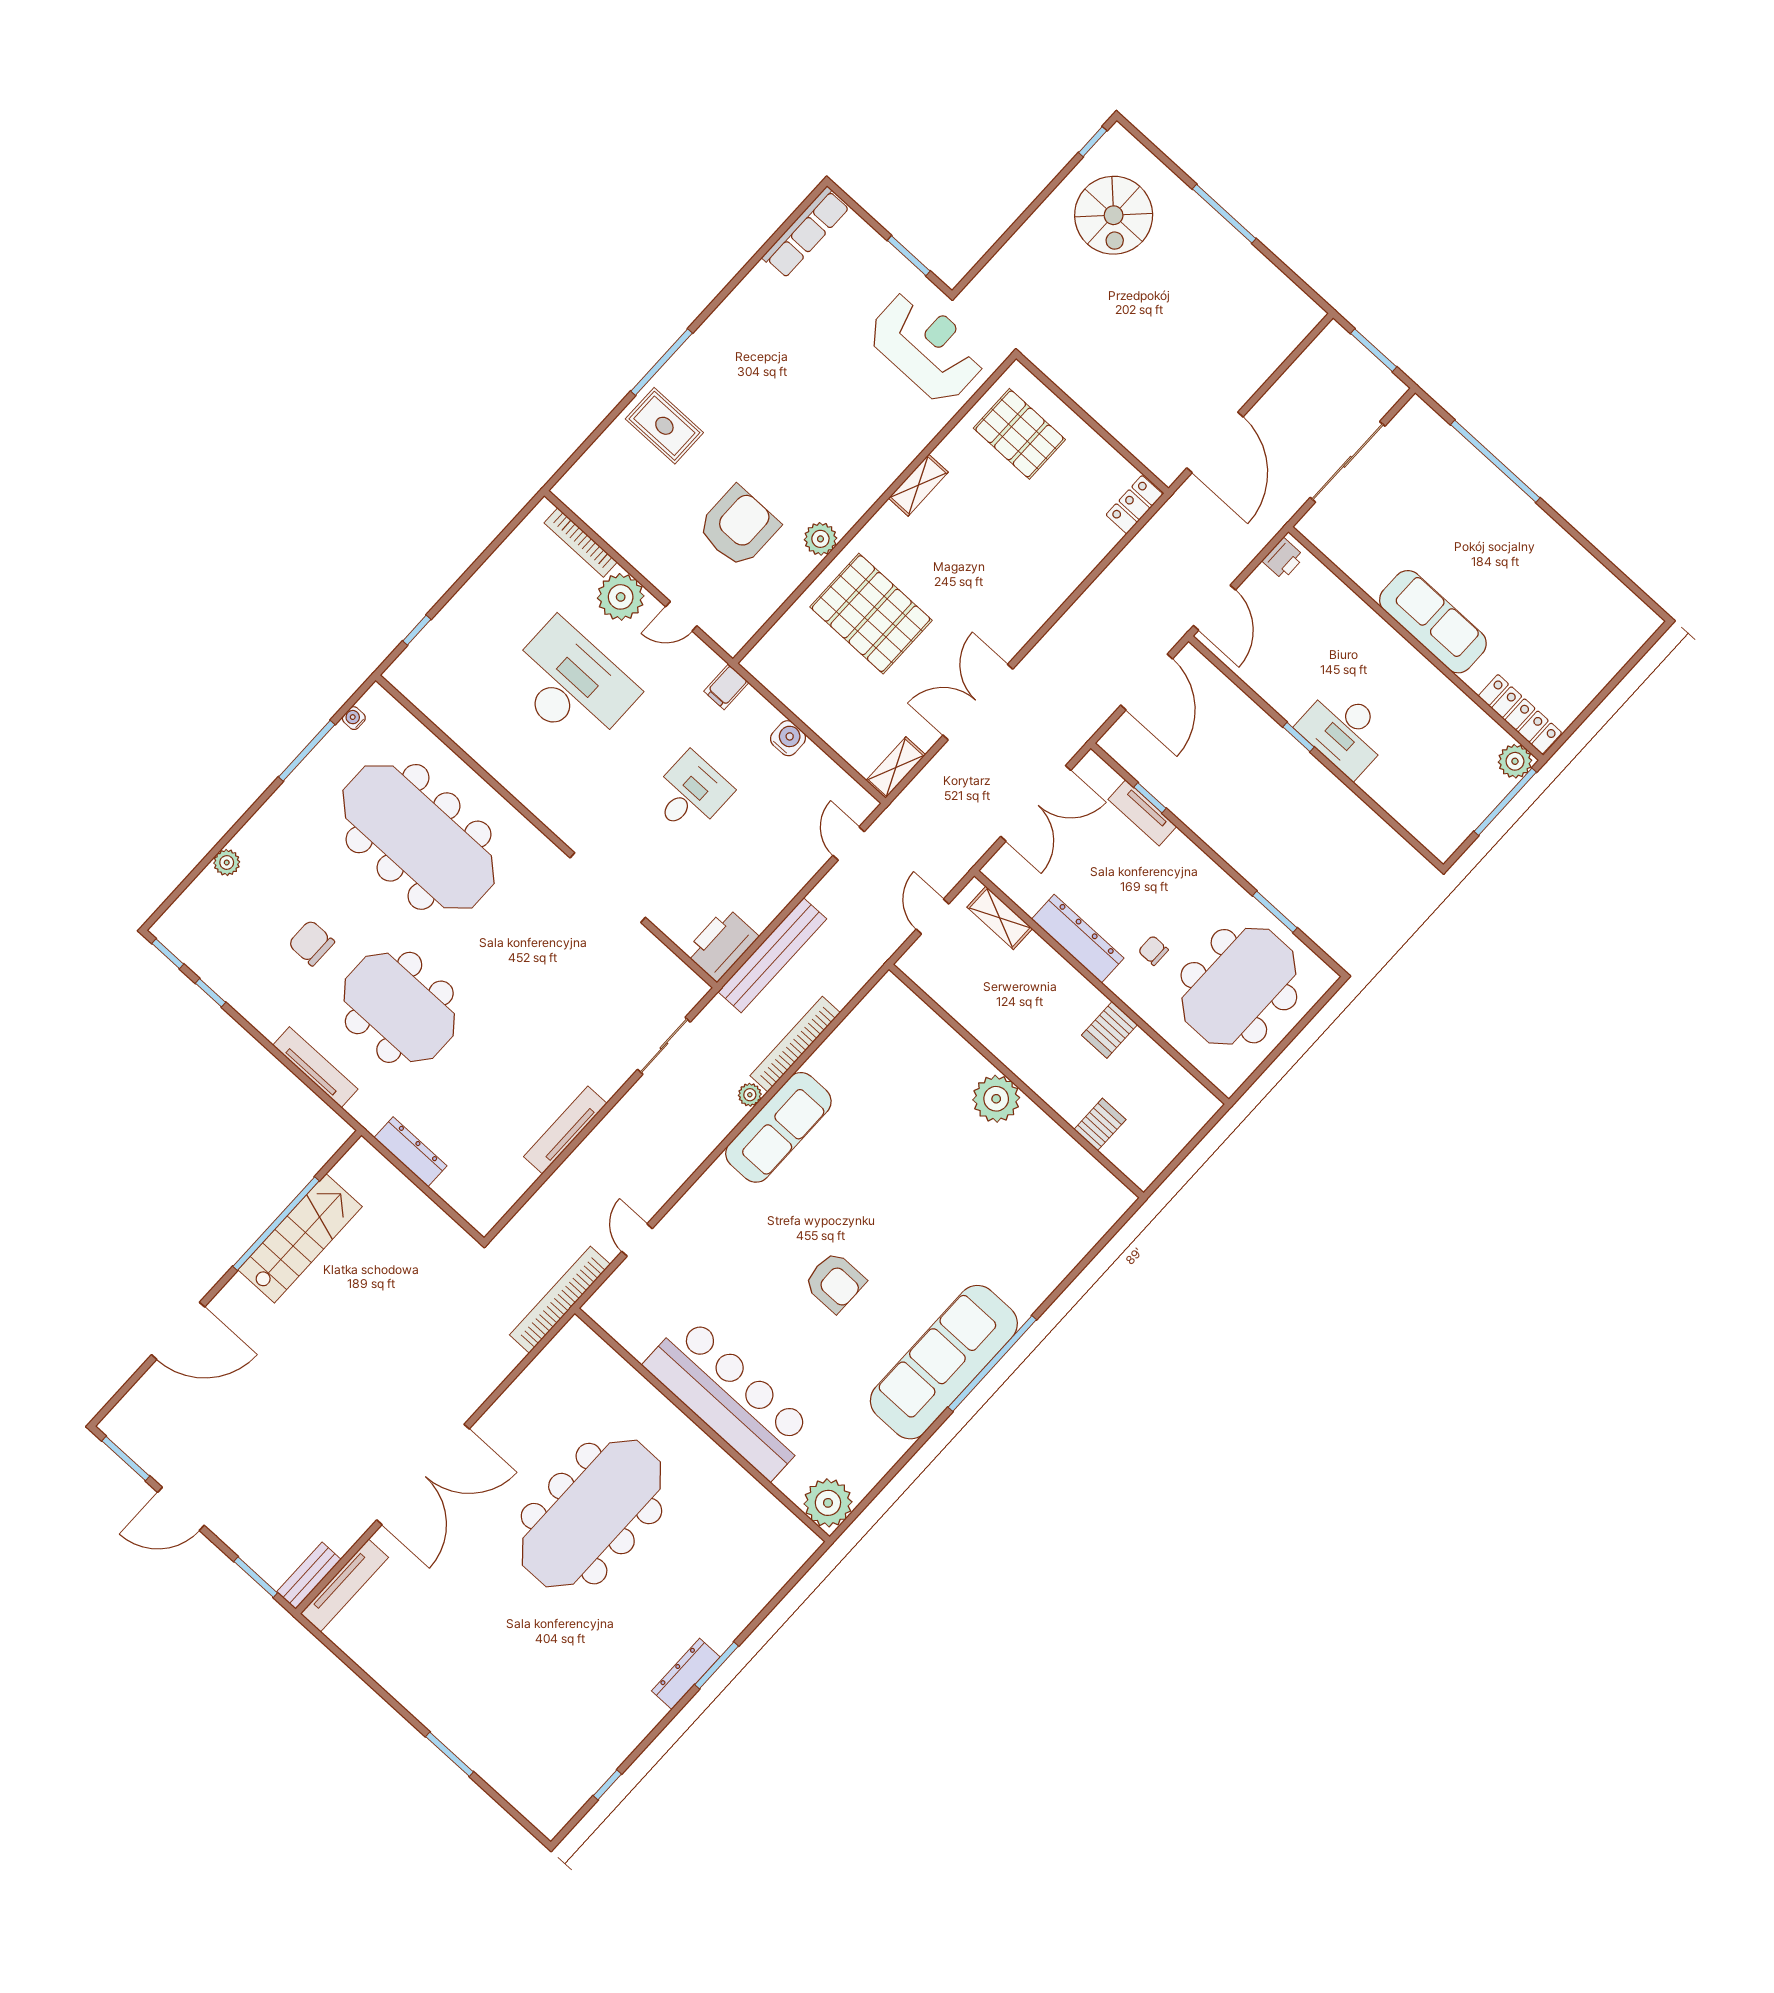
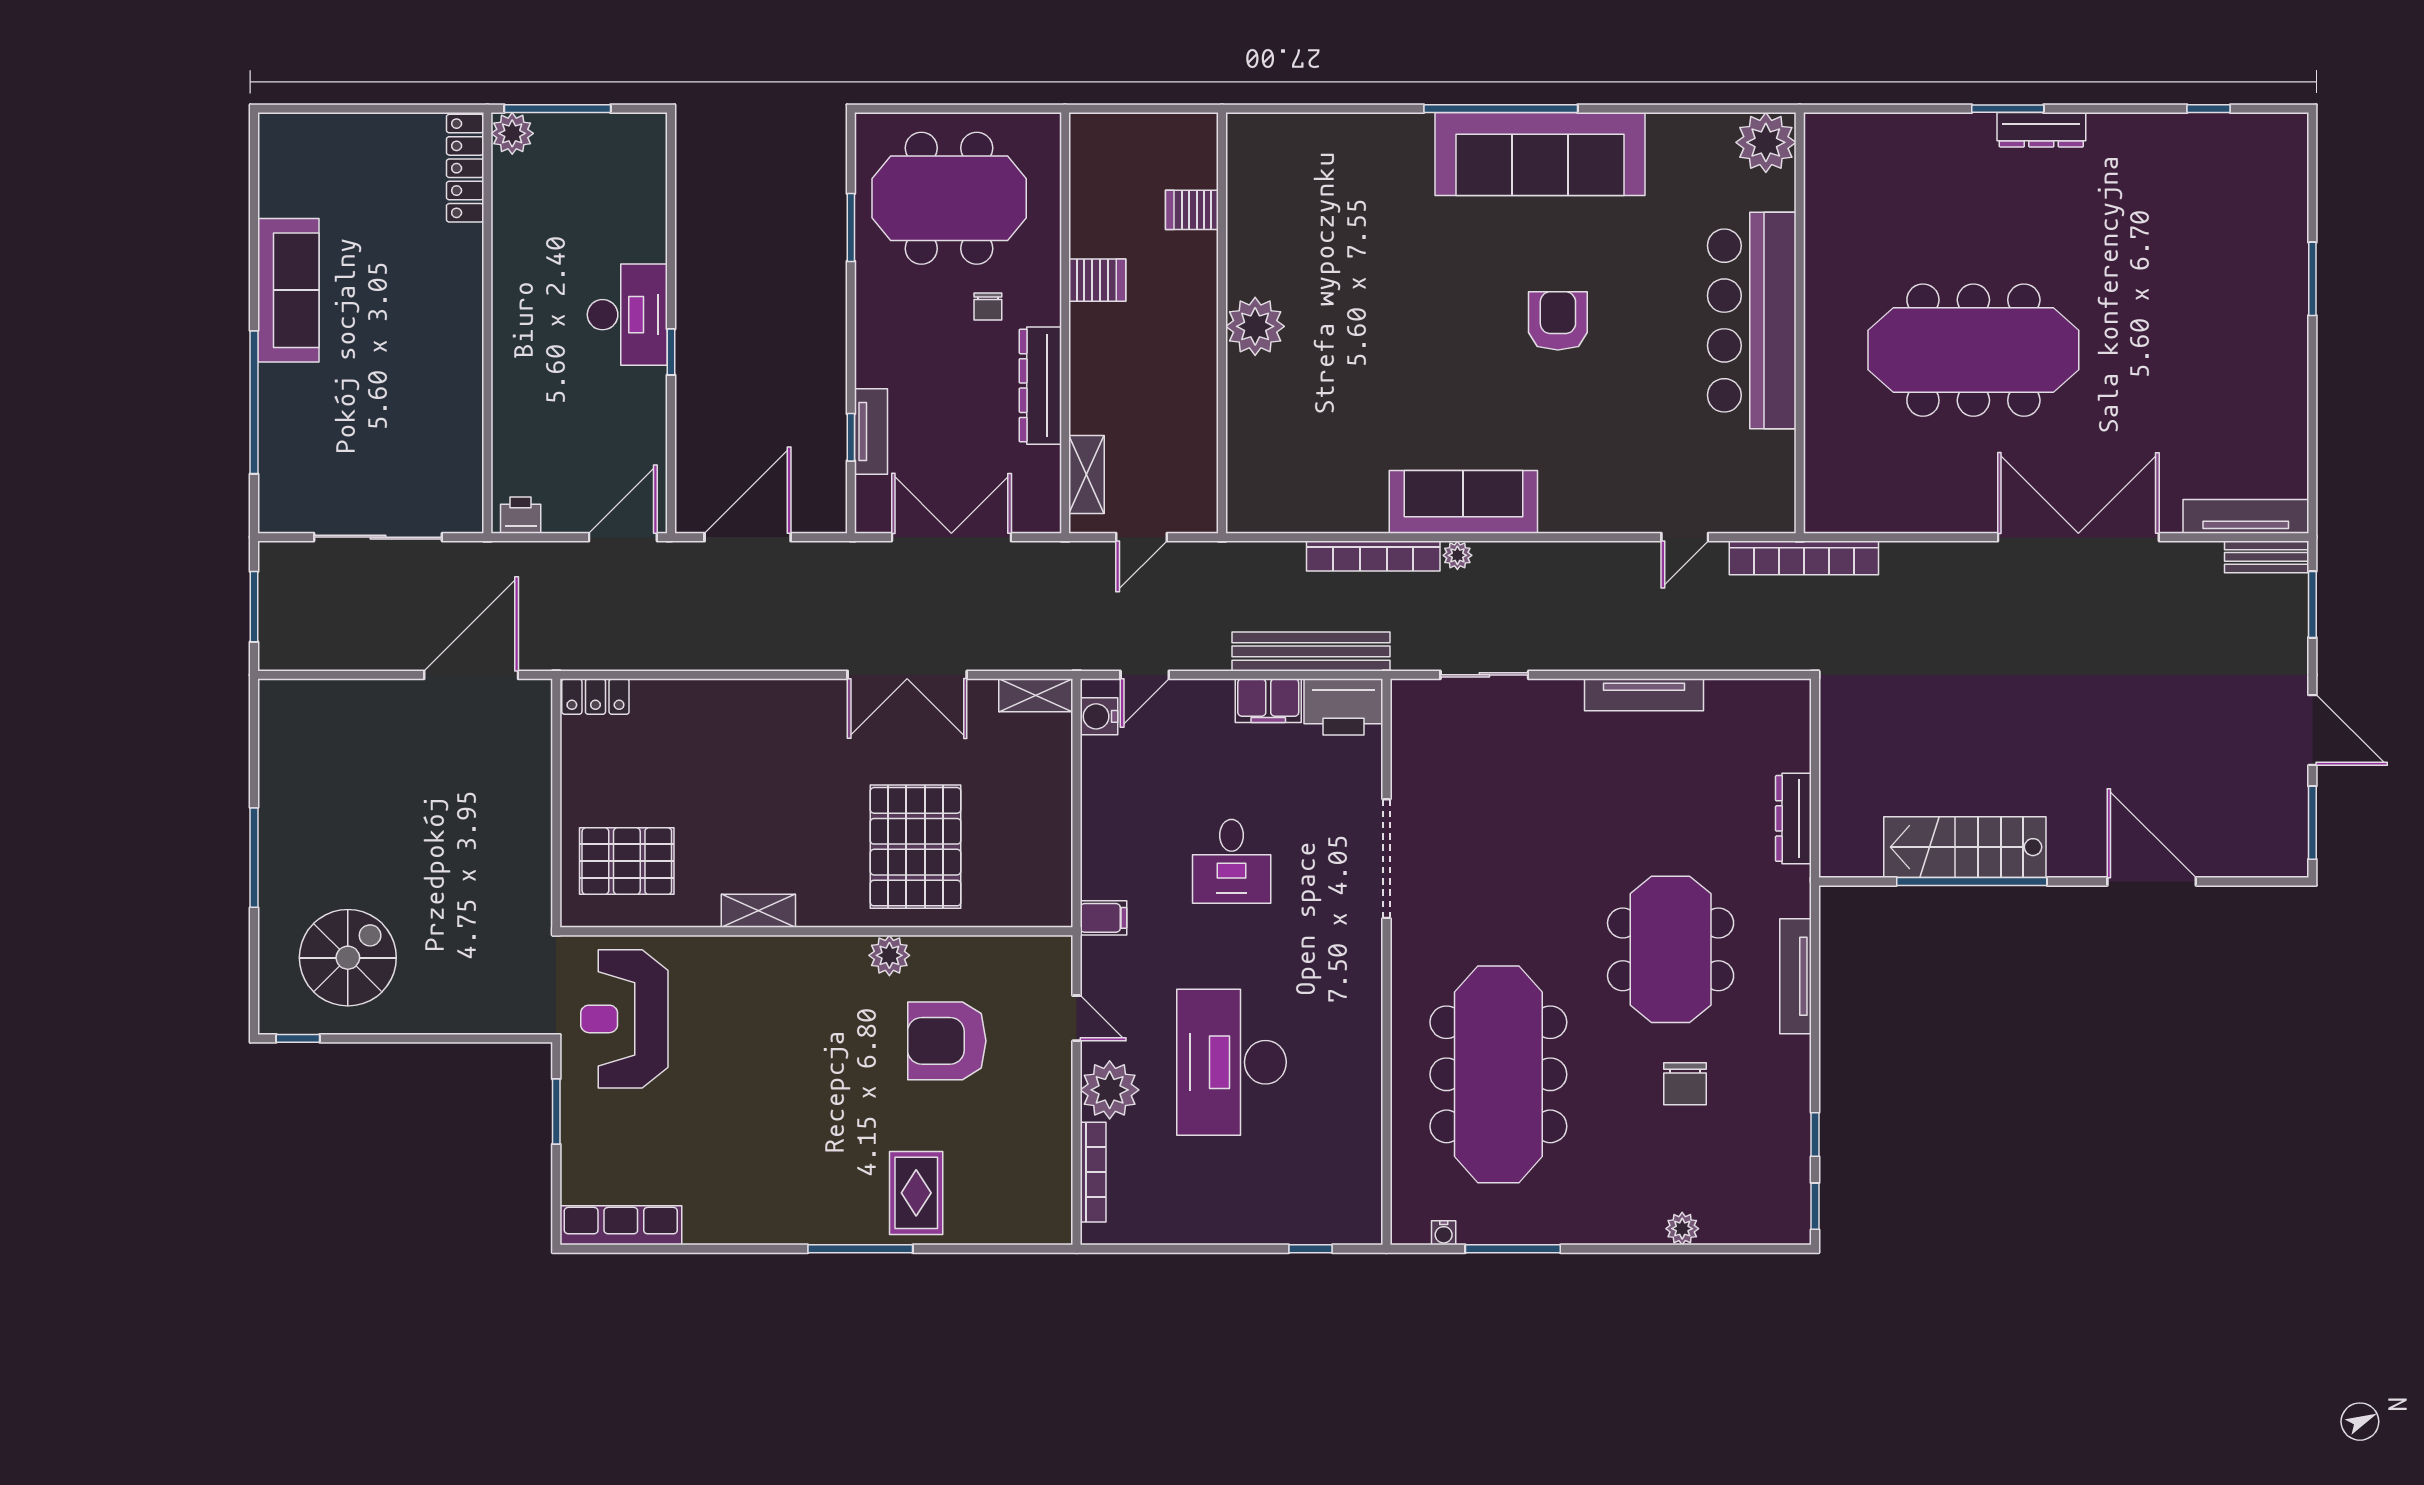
pallet: (1019, 434) -> (627, 861), turned 90
sofa: (1433, 622) -> (288, 290), moved, turned 180
water cooler: (788, 738) -> (1099, 716), moved
desk: (690, 794) -> (1232, 861), turned -90
filing cabinet: (766, 903) -> (1268, 701), added

